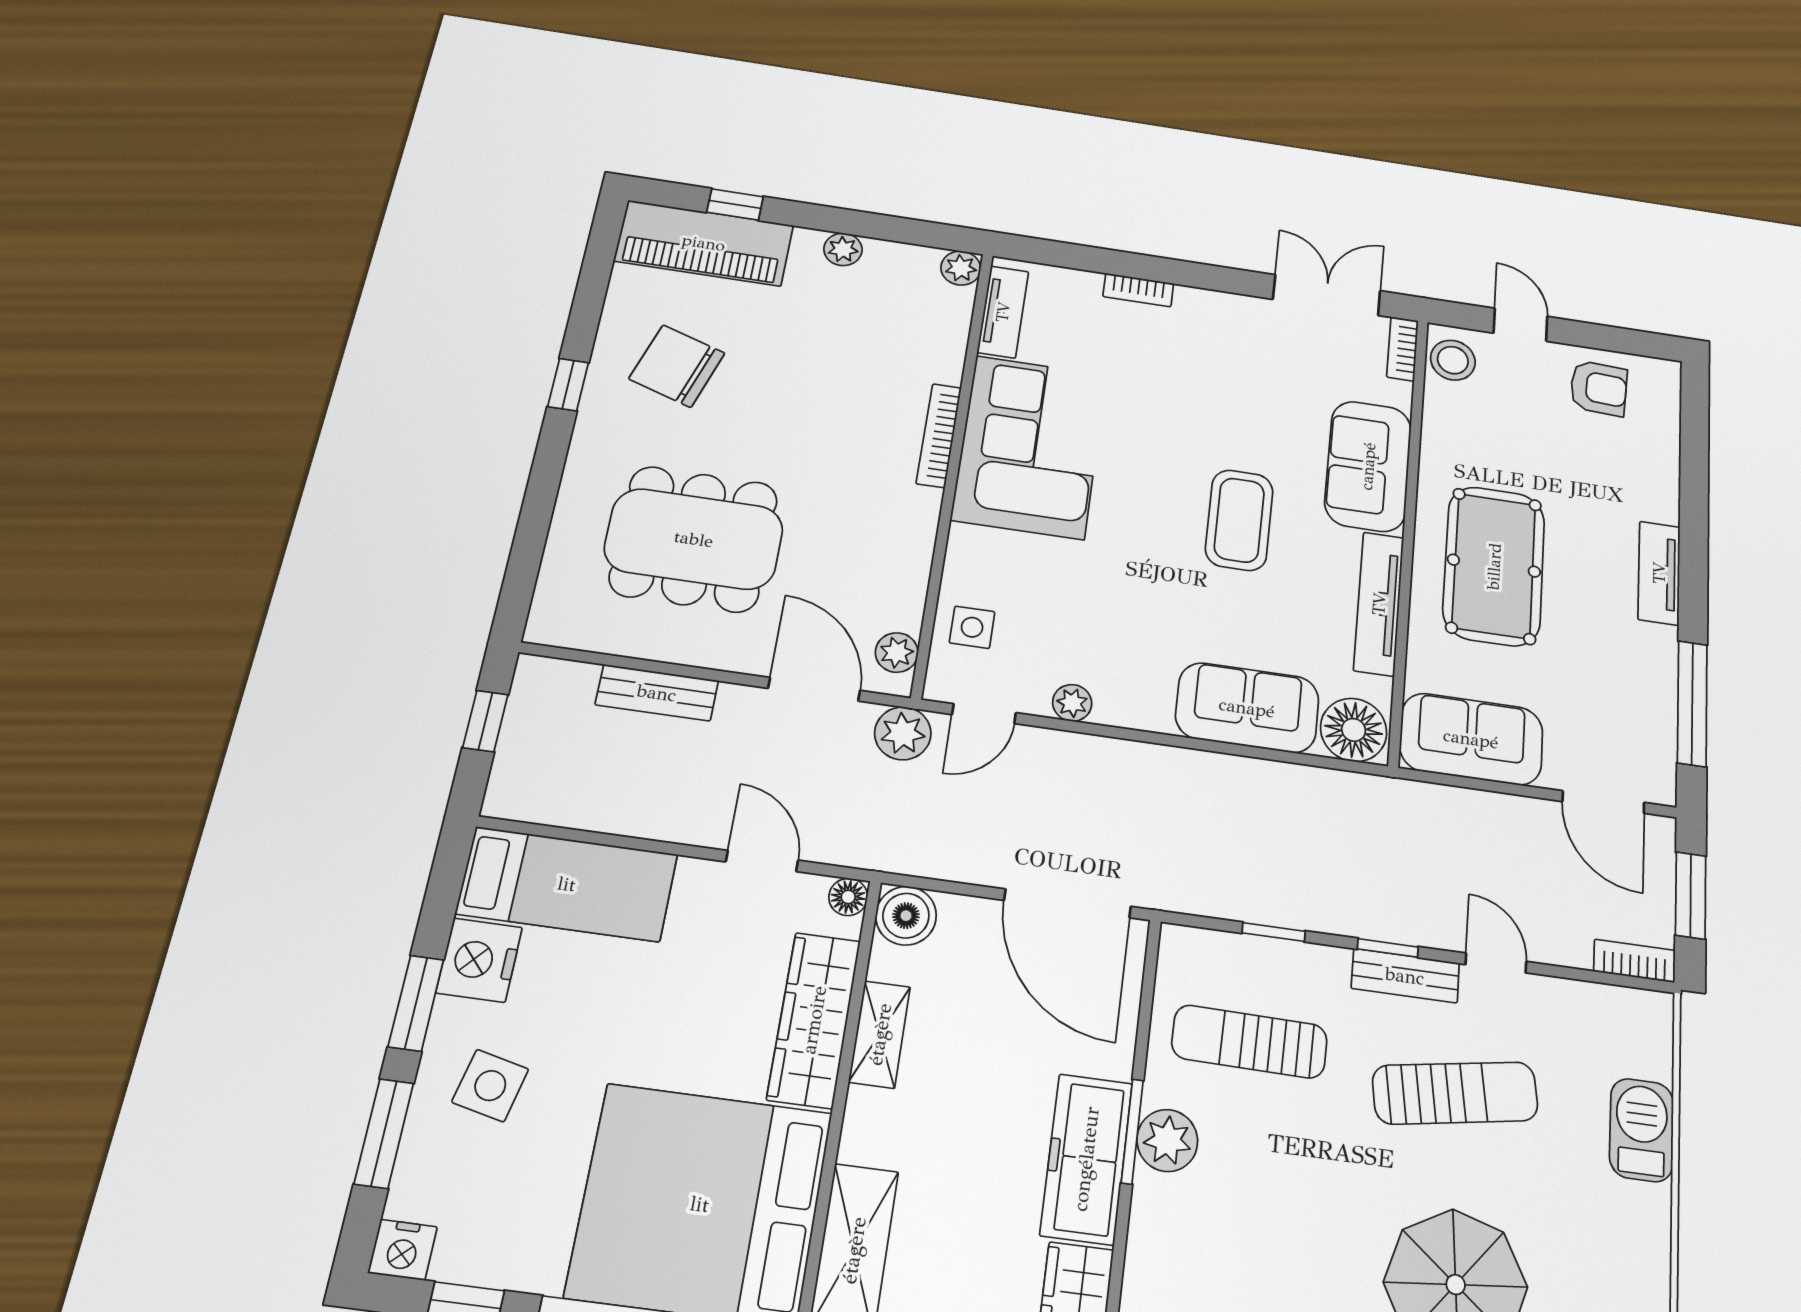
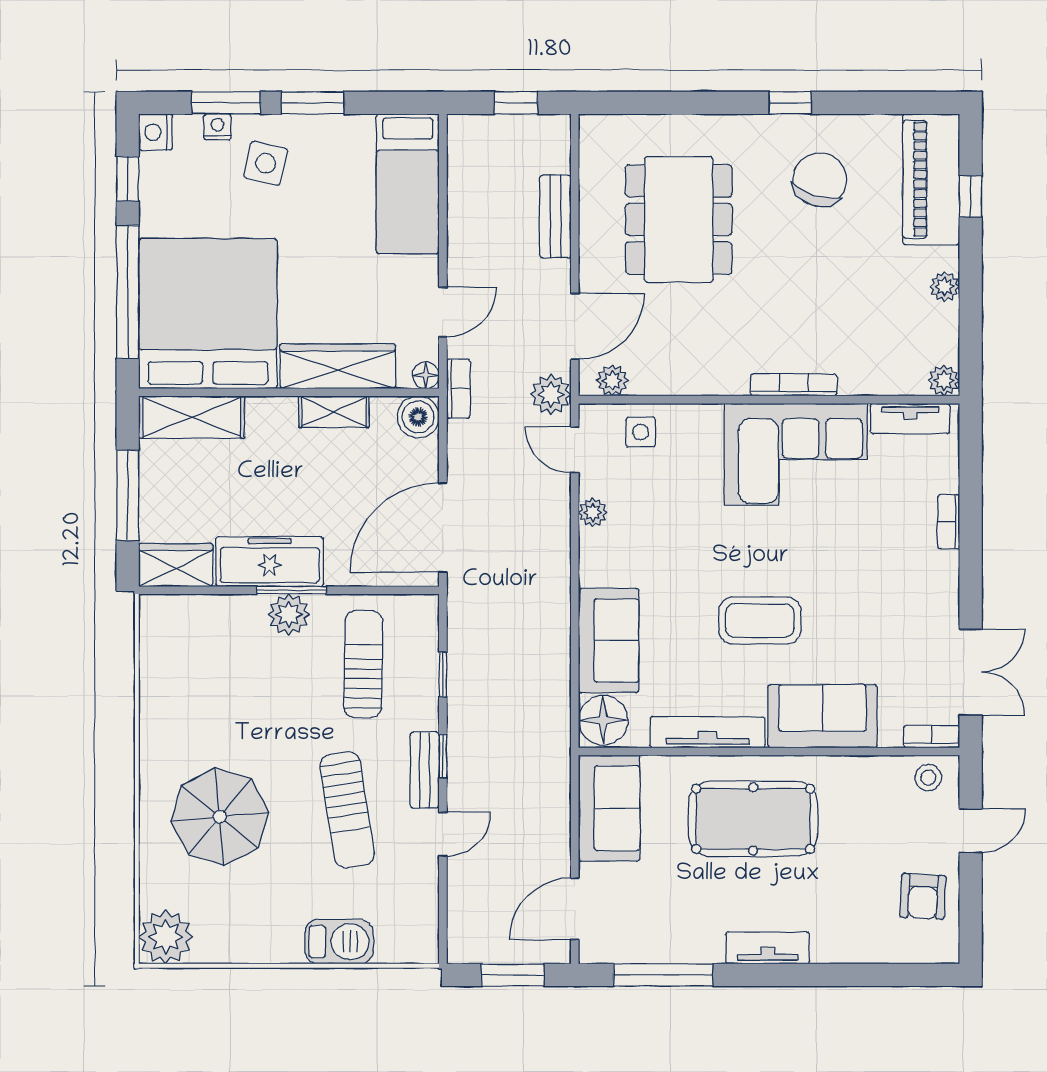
stool: (1453, 360) -> (928, 778), width x0.73, depth x0.73
nightstand: (479, 960) -> (217, 127), moved, width x0.53, depth x0.56
bookcase: (1634, 961) -> (458, 389), moved

